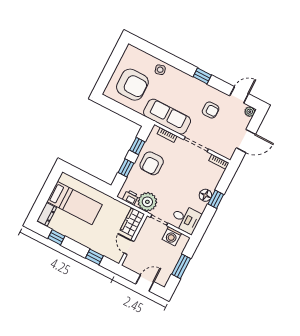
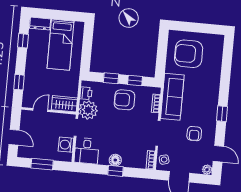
side table: (160, 70) -> (164, 160), moved
armchair: (132, 85) -> (189, 54), turned 90

